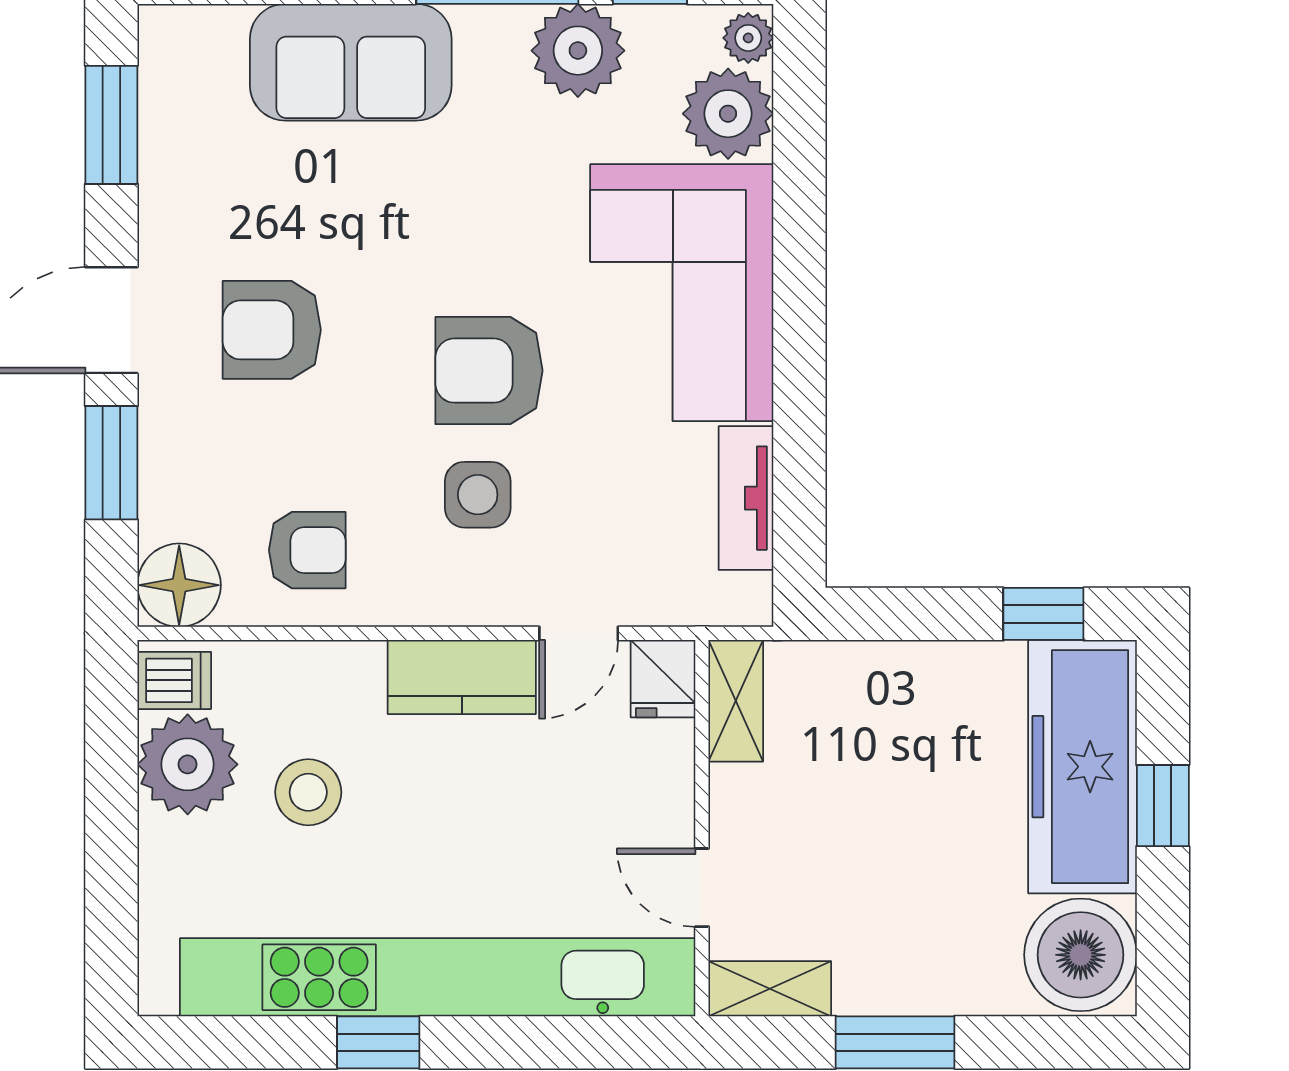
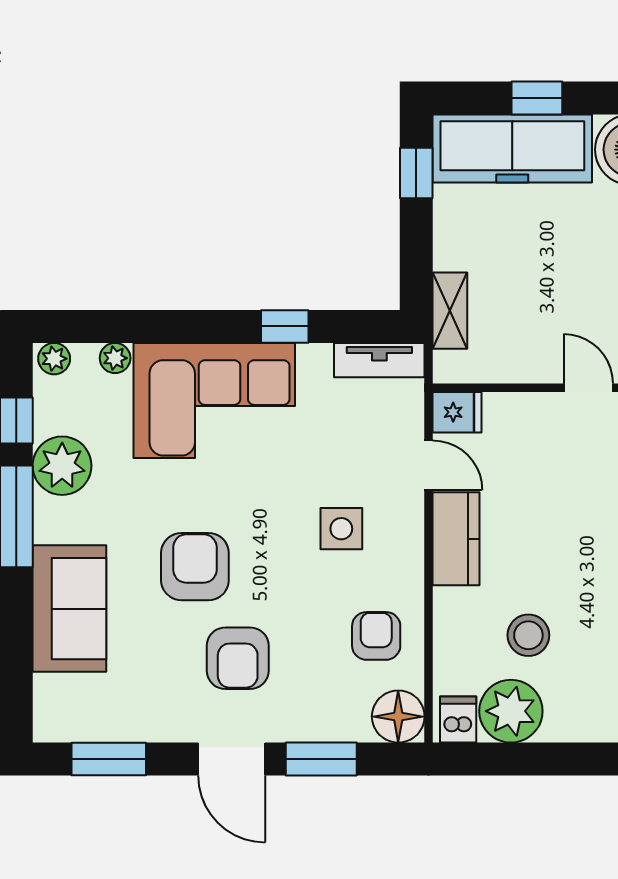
plant: (728, 114) -> (115, 358), width x0.53, depth x0.53
armchair: (489, 371) -> (195, 567), moved, turned 180
window: (799, 405) -> (285, 326), added
tv unit: (746, 498) -> (379, 360), moved
shelving: (736, 701) -> (450, 311), moved, turned 90
door: (702, 888) -> (588, 388), swing flipped

